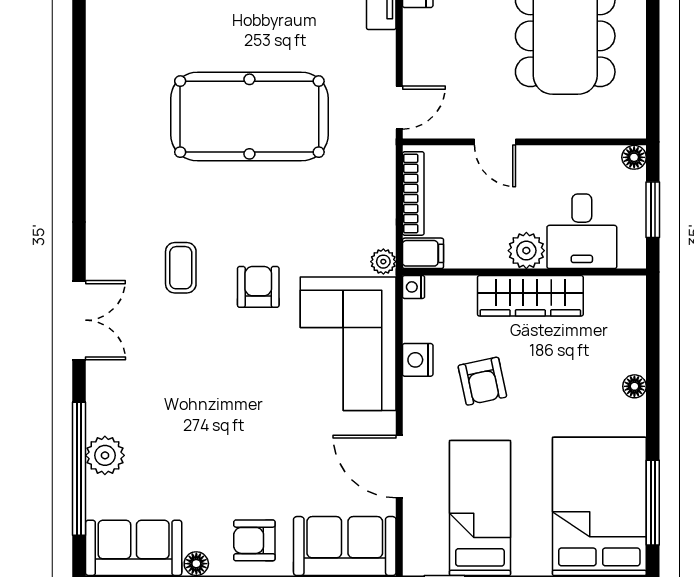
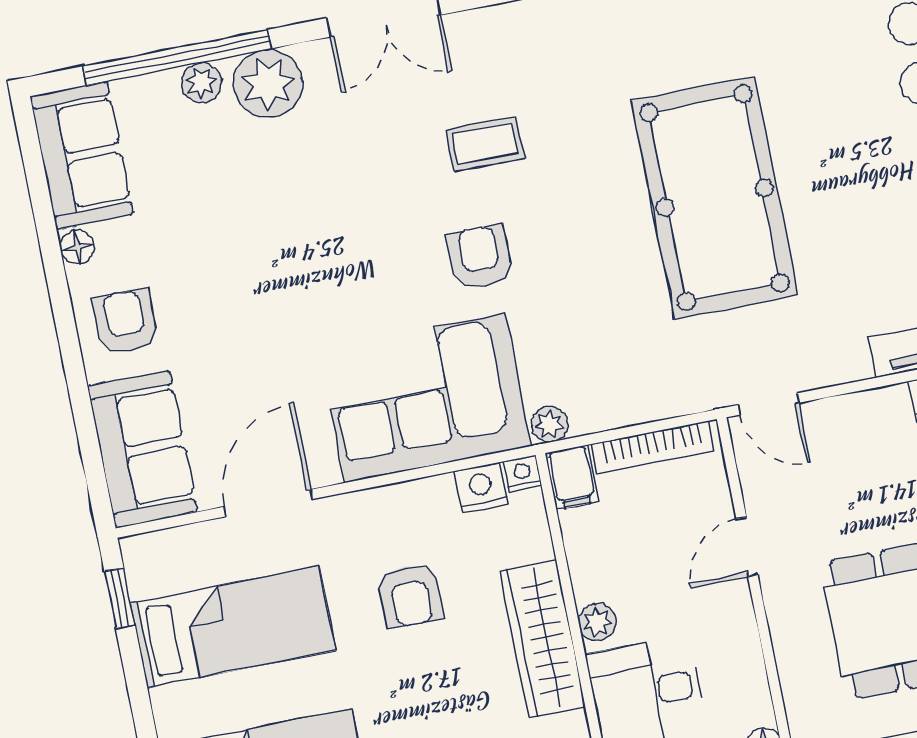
plant: (526, 251) -> (597, 622), width x0.73, depth x0.73
armchair: (258, 287) -> (480, 257), turned -90
nightstand: (418, 360) -> (481, 488), moved
armchair: (482, 381) -> (410, 595), turned -78
plant: (110, 409) -> (268, 84), added
plant: (105, 455) -> (201, 83), width x0.73, depth x0.73

